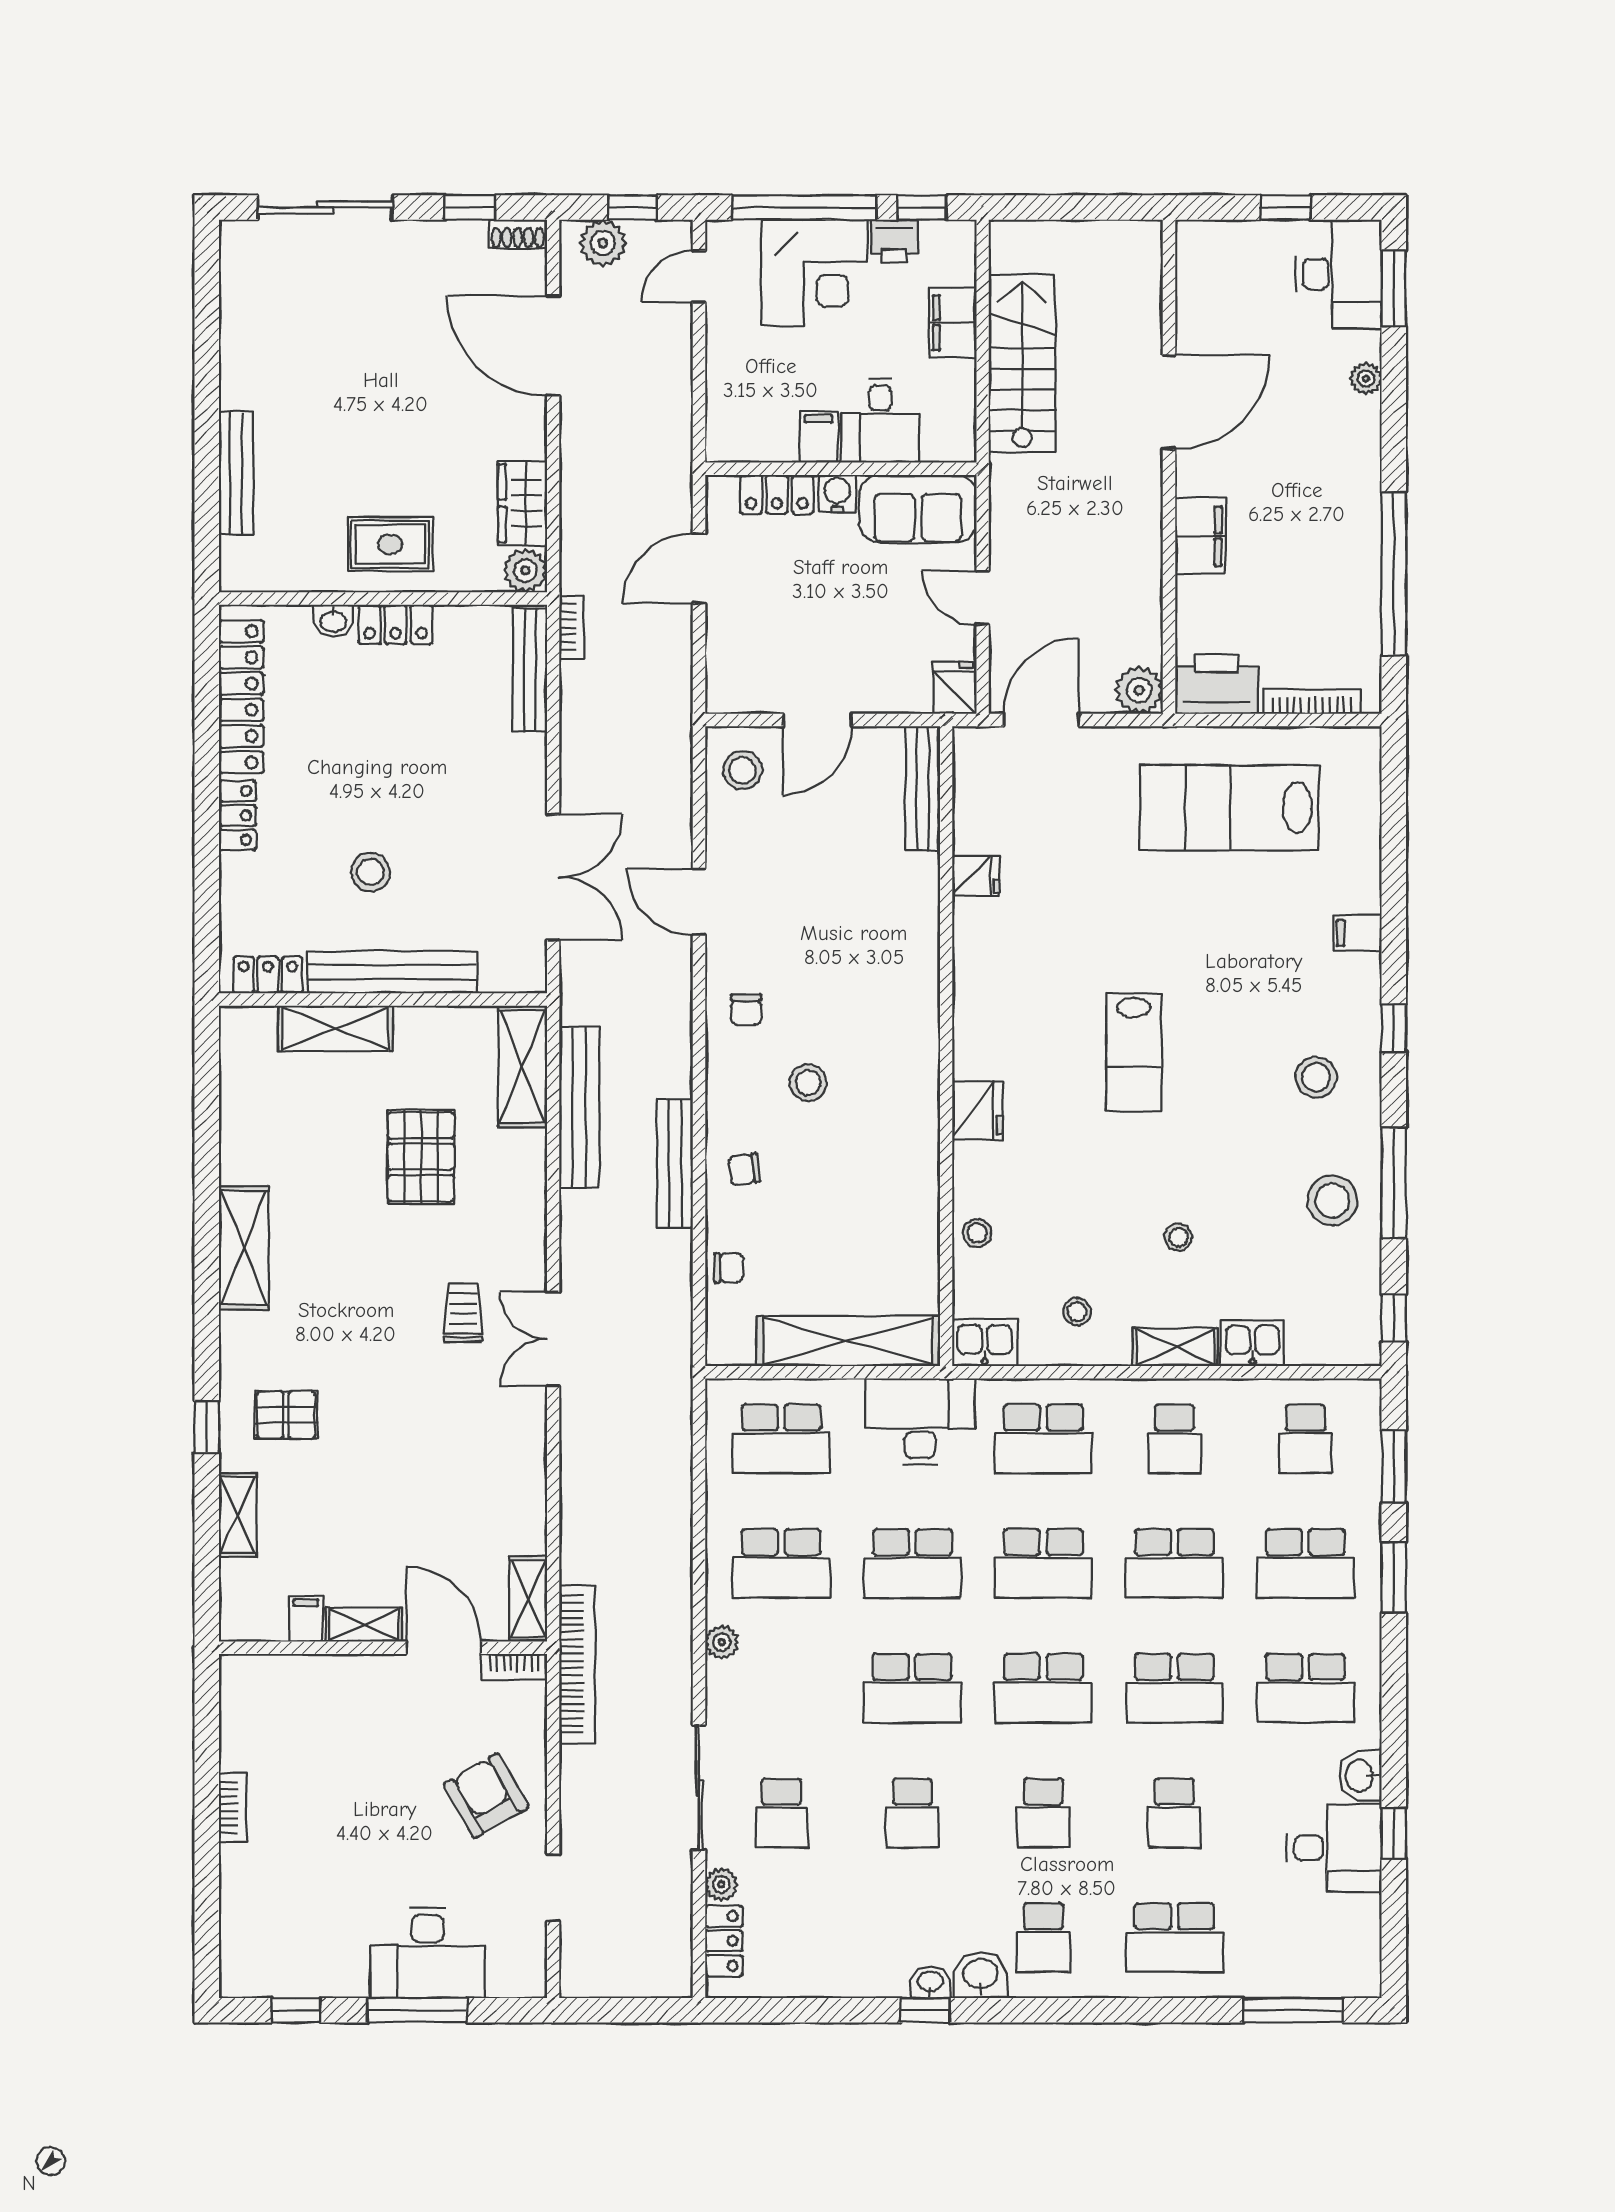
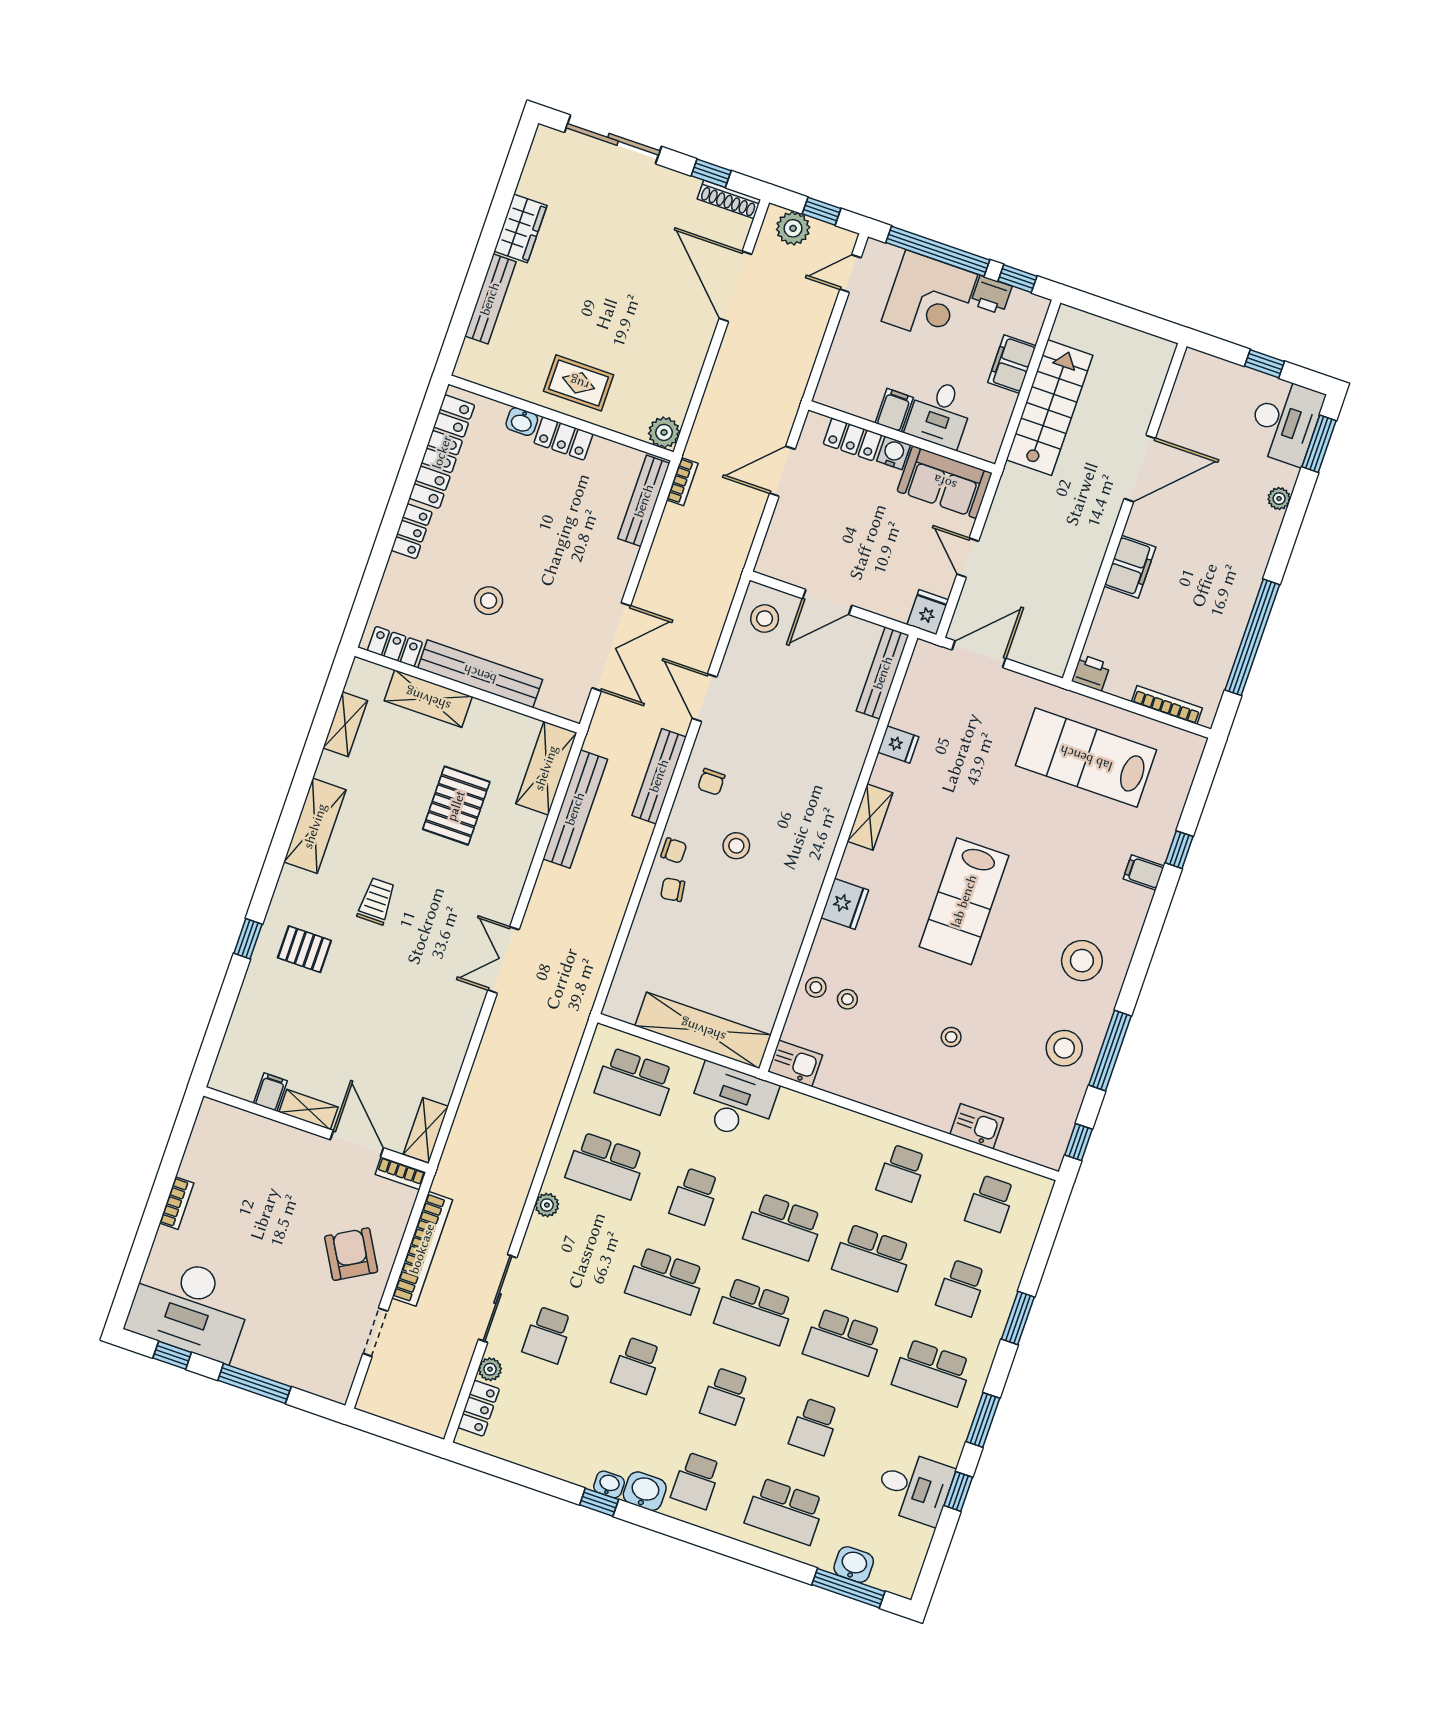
shoe rack: (518, 234) -> (729, 199), width x1.43
wardrobe: (522, 503) -> (520, 228), moved, turned 180
printer: (1216, 684) -> (1091, 673), width x0.53, depth x0.68
plant: (1139, 690) -> (1052, 657), removed
window: (1394, 1028) -> (1179, 850), moved
lab bench: (1134, 1052) -> (964, 901), width x1.36, depth x1.39
stool: (1316, 1077) -> (1082, 961), width x1.38, depth x1.38
bench: (675, 1163) -> (659, 776), moved
chair: (729, 1268) -> (674, 851), moved
stool: (1077, 1312) -> (847, 999), moved
trolley: (463, 1313) -> (376, 901), moved
shelving: (1175, 1347) -> (870, 817), moved, turned 90
school desk: (1043, 1439) -> (813, 1142), removed
window: (1394, 1467) -> (983, 1420), moved
shelving: (238, 1515) -> (345, 724), moved
school desk: (912, 1563) -> (695, 1196), width x0.54
school desk: (1305, 1563) -> (961, 1288), width x0.54
bookcase: (577, 1664) -> (422, 1249), moved
washbasin: (1360, 1776) -> (854, 1565), moved, turned 90
desk: (428, 1953) -> (190, 1308), moved, width x1.36, depth x1.30

